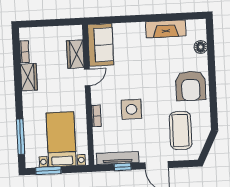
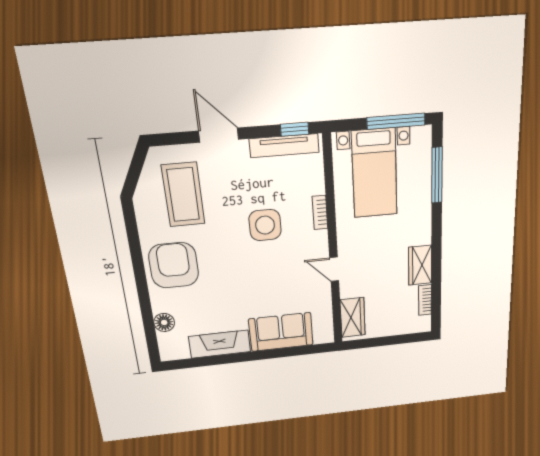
sofa: (101, 45) -> (281, 332), moved, turned 90
wardrobe: (75, 54) -> (353, 317), moved
door: (87, 77) -> (334, 269), hinge flipped
window: (123, 167) -> (295, 129), moved
window: (48, 170) -> (396, 121), width x1.44

